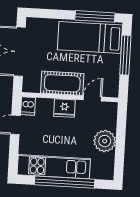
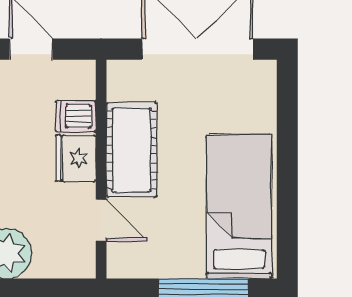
window: (95, 16) -> (287, 215), removed
dishwasher: (28, 106) -> (76, 116), moved

